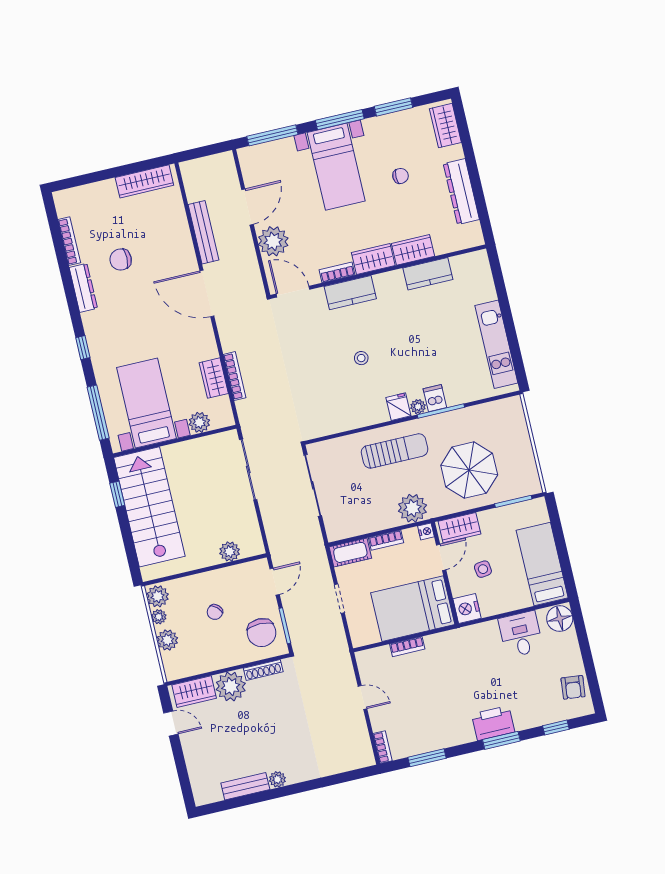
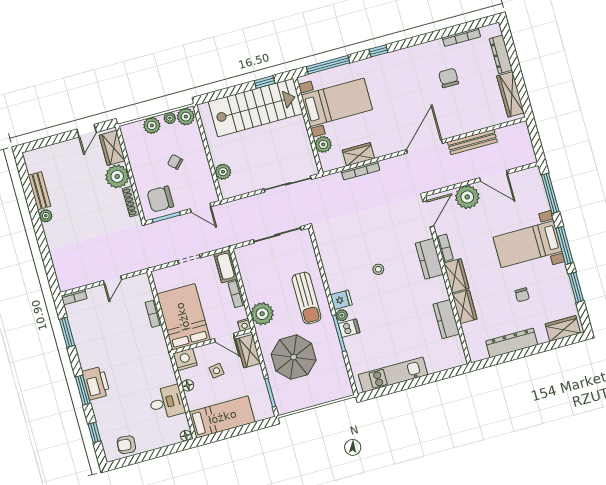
dresser: (83, 288) -> (501, 54), moved, turned 90
floor lamp: (500, 606) -> (188, 385), added
floor lamp: (560, 619) -> (186, 436), width x0.53, depth x0.53

